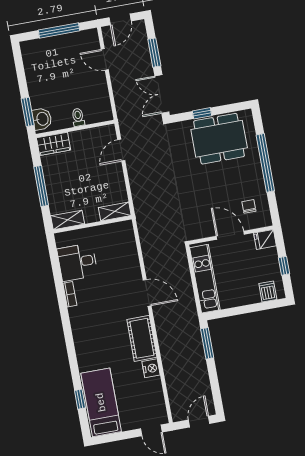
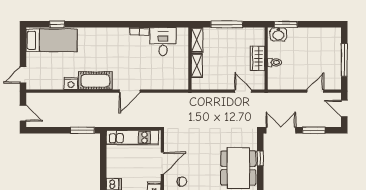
wardrobe: (54, 144) -> (258, 59), moved
shelving: (115, 212) -> (197, 65), moved

